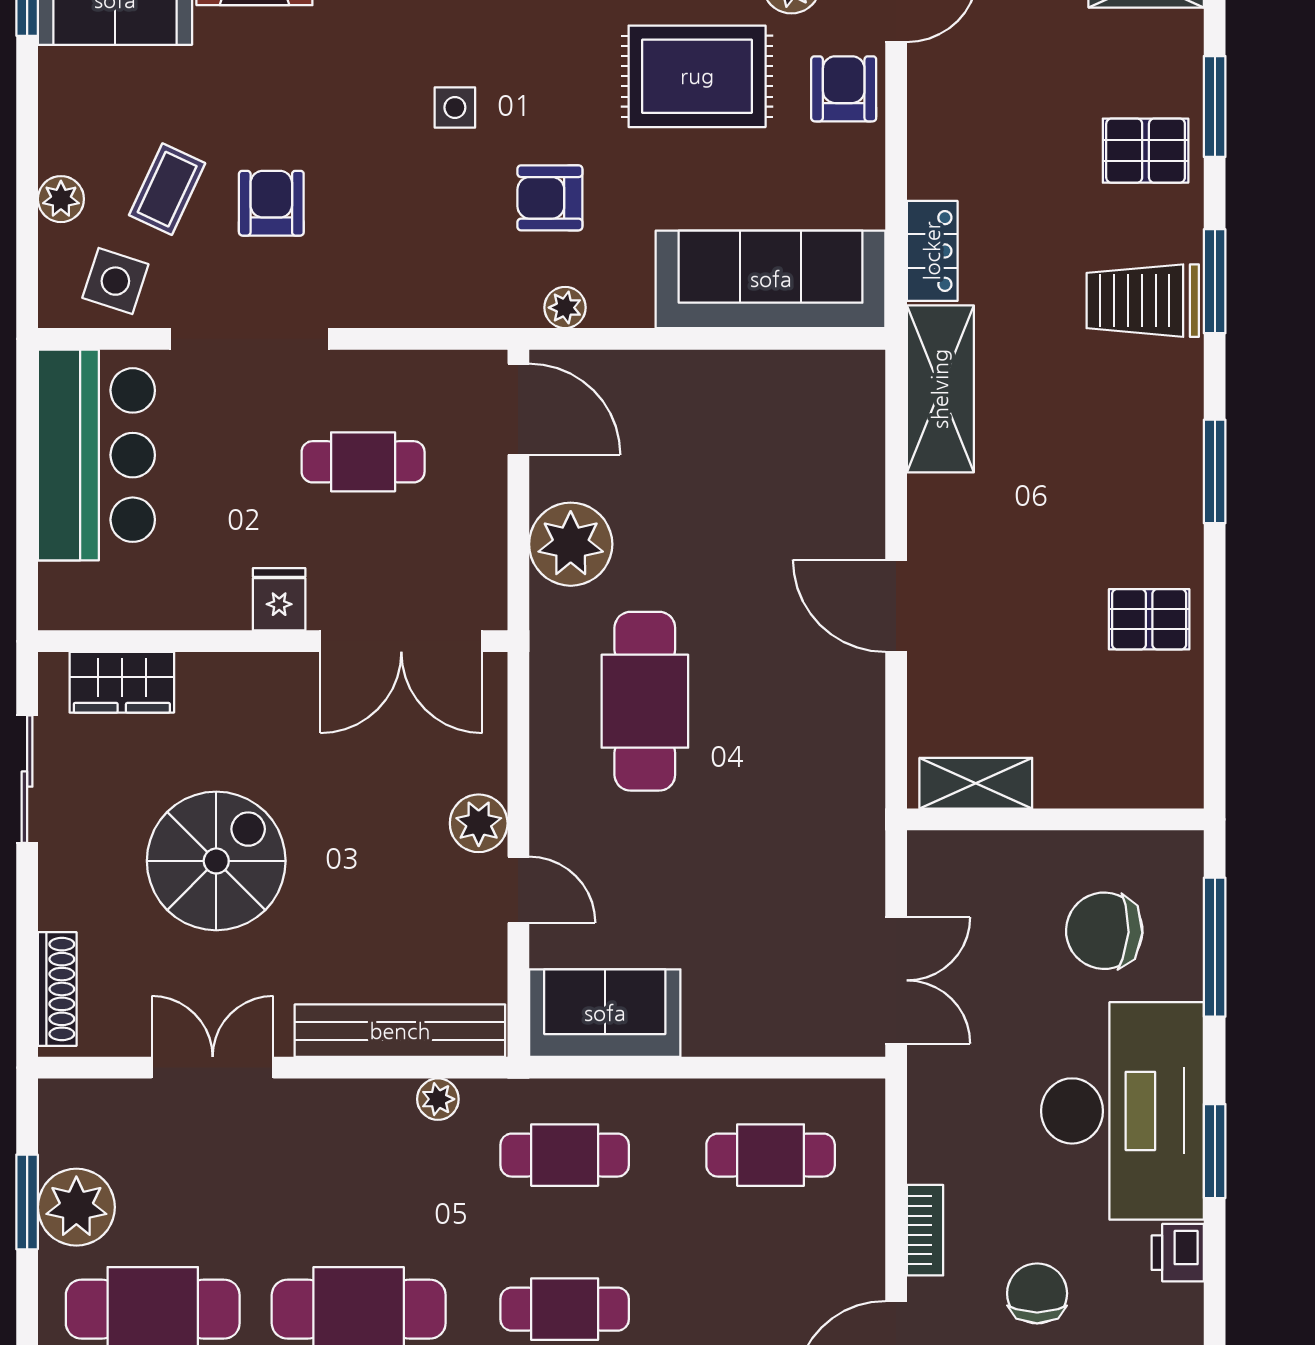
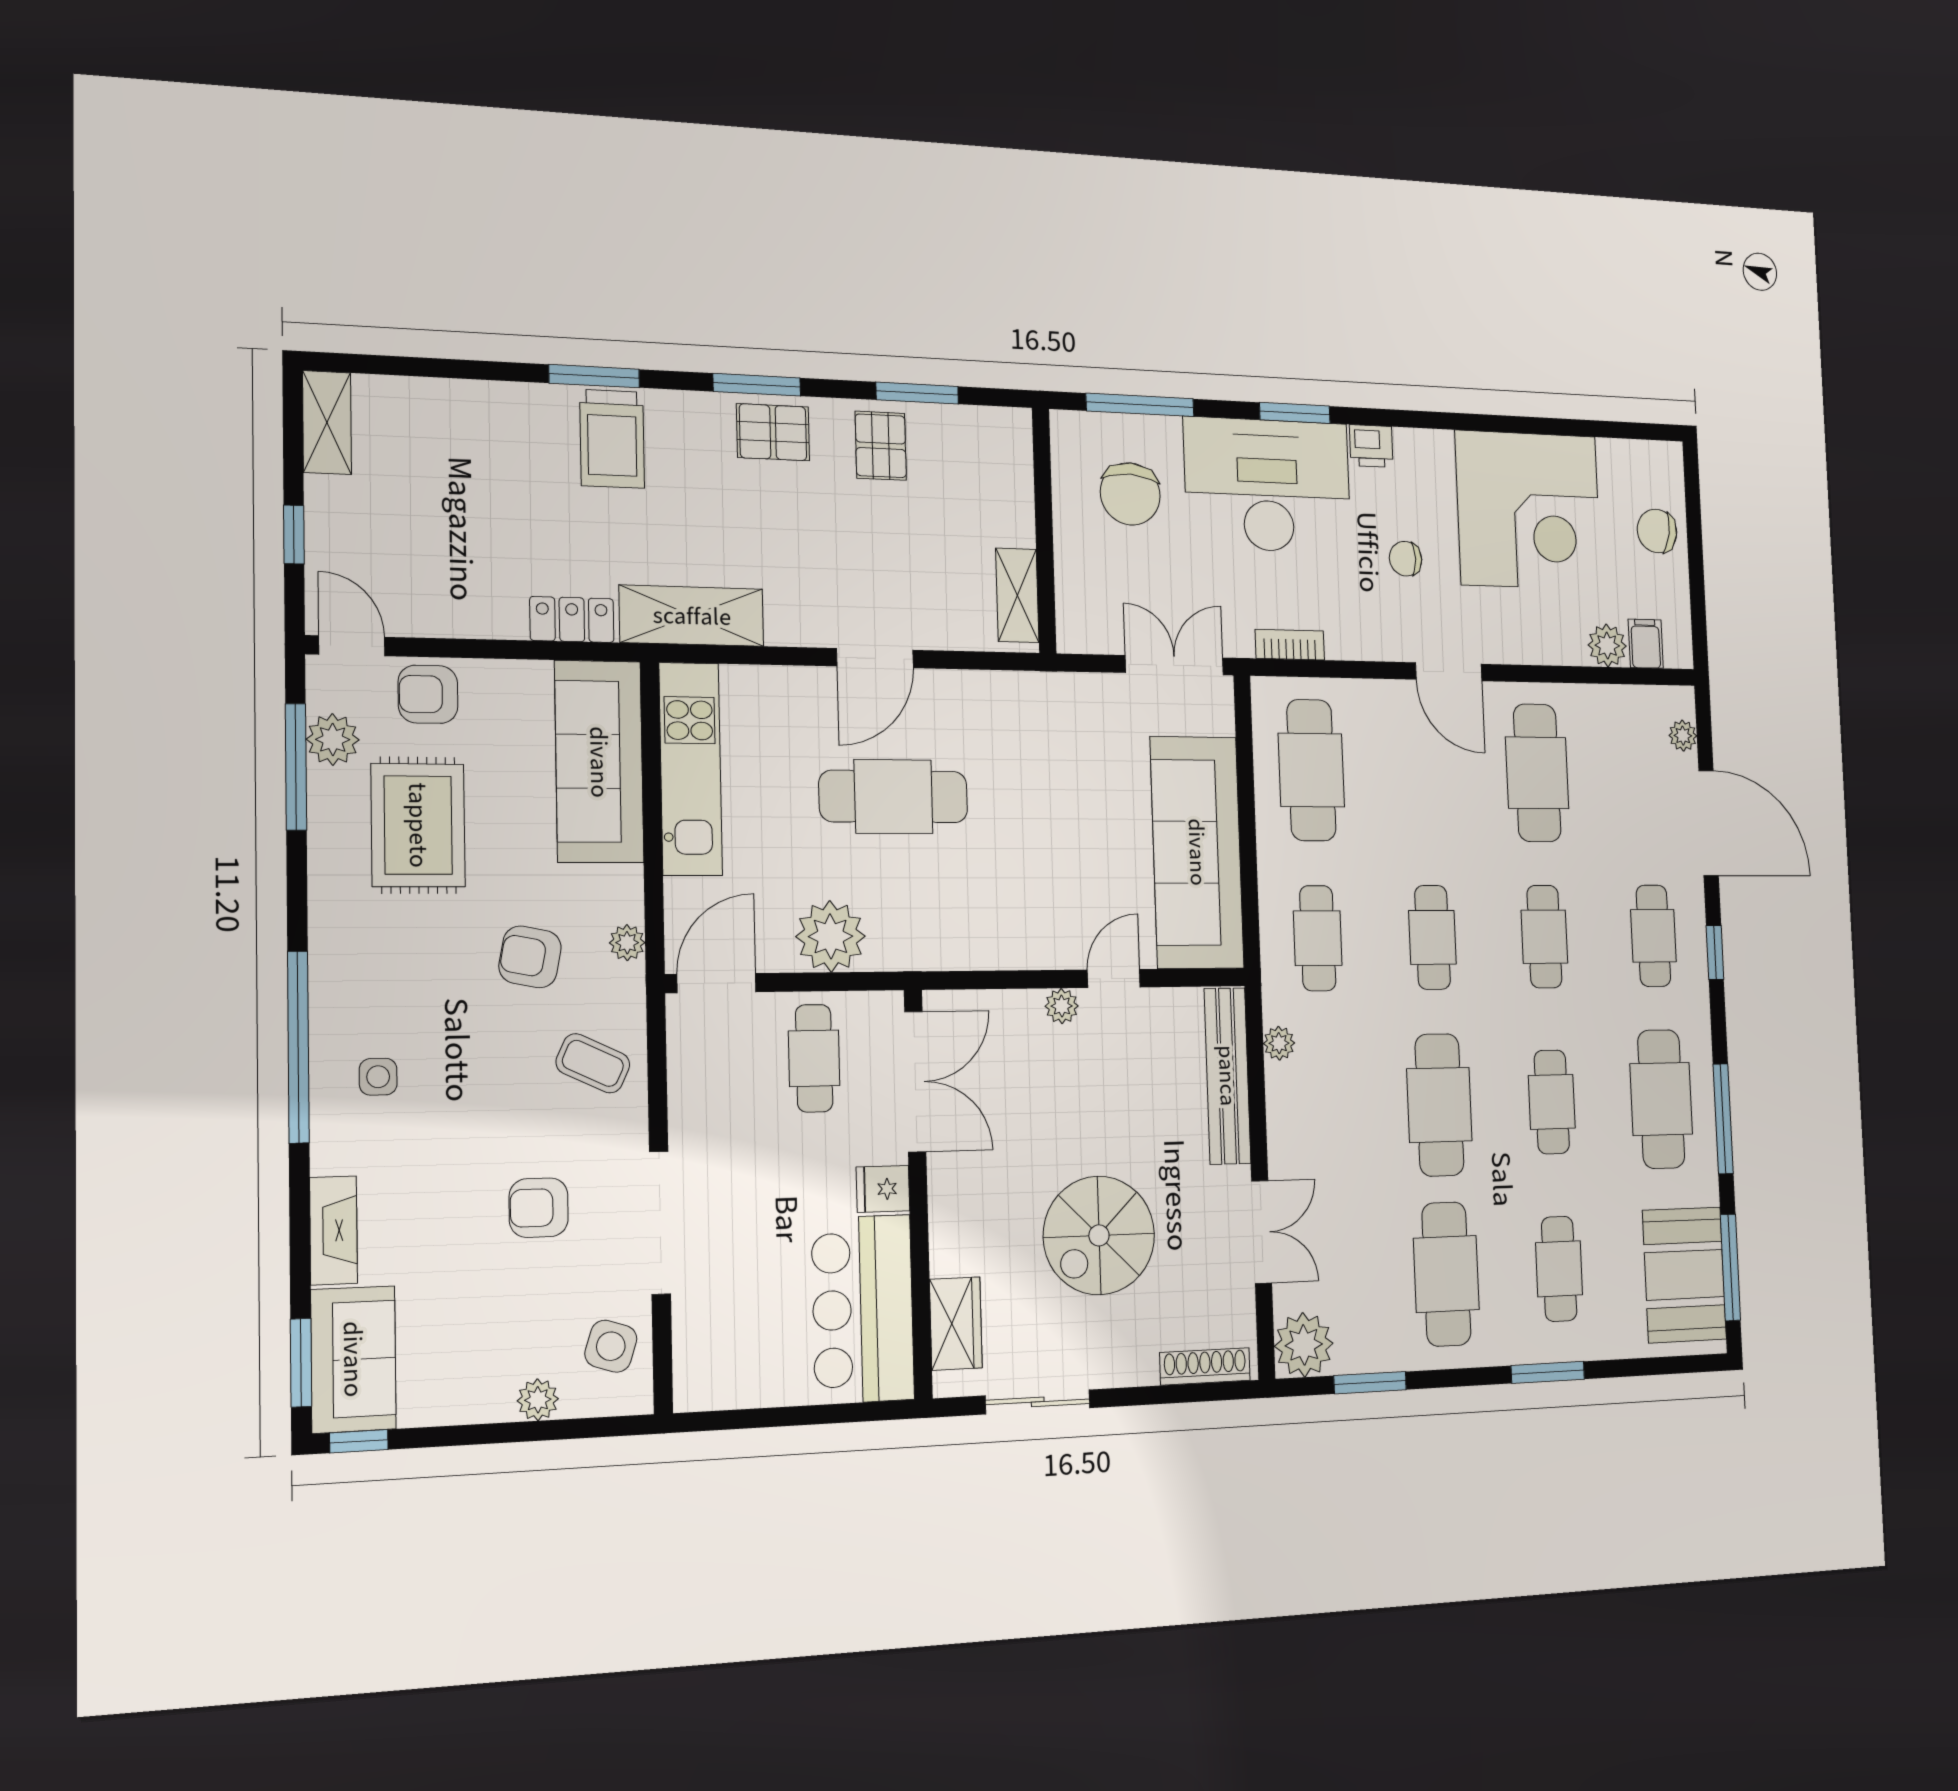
window: (1215, 106) -> (917, 393), moved
side table: (455, 107) -> (378, 1077), moved
pallet: (1146, 151) -> (773, 432), moved, turned 90
coffee table: (167, 189) -> (593, 1063), moved
armchair: (550, 198) -> (530, 957), turned 101
kitchen unit: (763, 384) -> (691, 769), added
bar counter: (96, 455) -> (863, 1309), moved, turned -90
cafe table: (363, 462) -> (814, 1058), moved
cafe table: (645, 701) -> (893, 796), moved
plant: (479, 823) -> (1062, 1006), width x0.73, depth x0.73
spiral stairs: (216, 861) -> (1099, 1235), turned -90
sofa: (605, 1013) -> (1197, 852), width x1.85, depth x1.27
double door: (213, 1068) -> (1262, 1232), swing flipped
cafe table: (771, 1155) -> (1311, 770), width x1.37, depth x1.35
plant: (76, 1207) -> (1304, 1345), moved
bookcase: (925, 1230) -> (1290, 645), moved
chair: (1037, 1293) -> (1406, 559), width x0.73, depth x0.73

